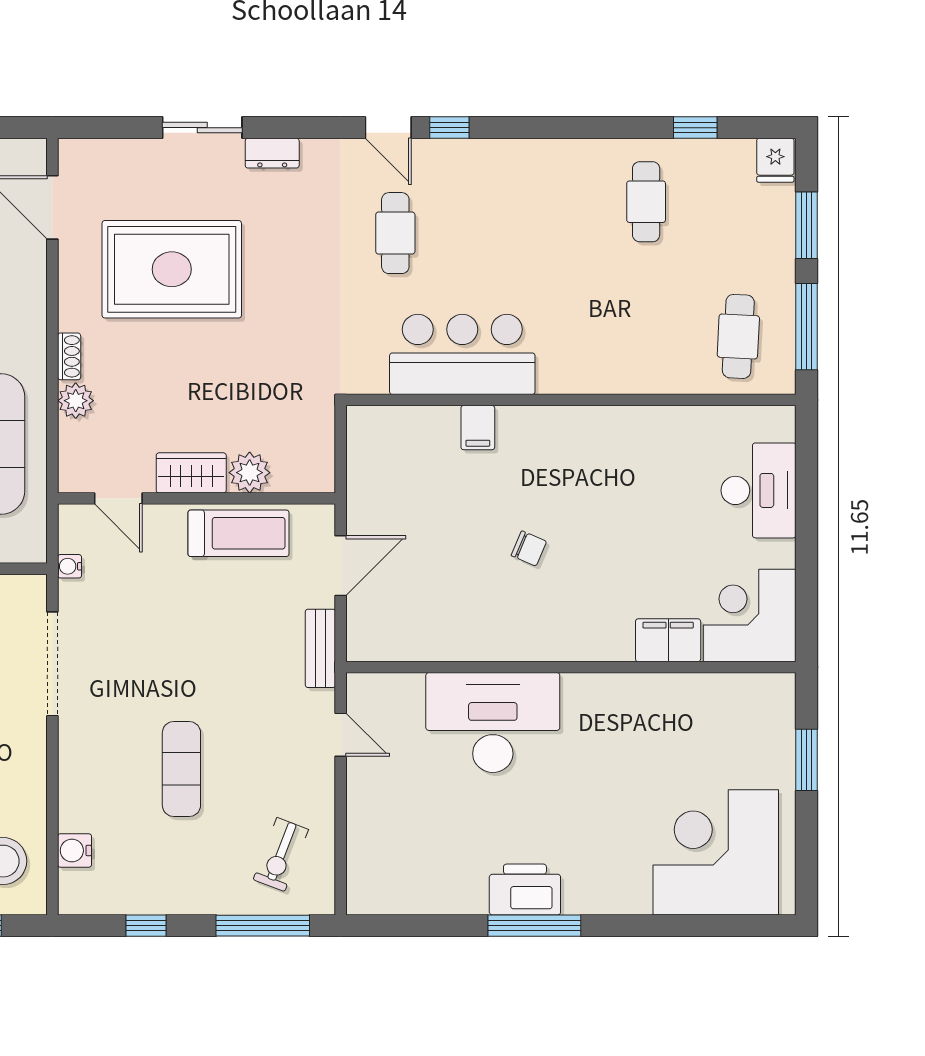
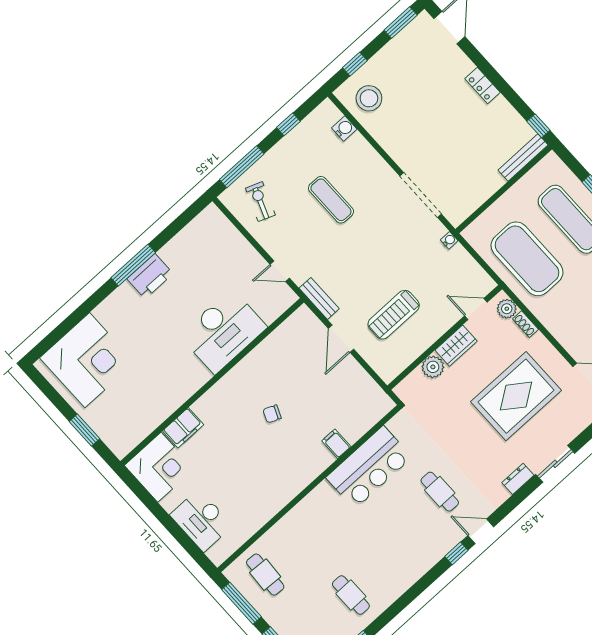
wardrobe: (191, 473) -> (456, 346), moved
plant: (250, 473) -> (433, 367), moved
door: (118, 498) -> (476, 309), moved
wall: (197, 498) -> (445, 337), moved

